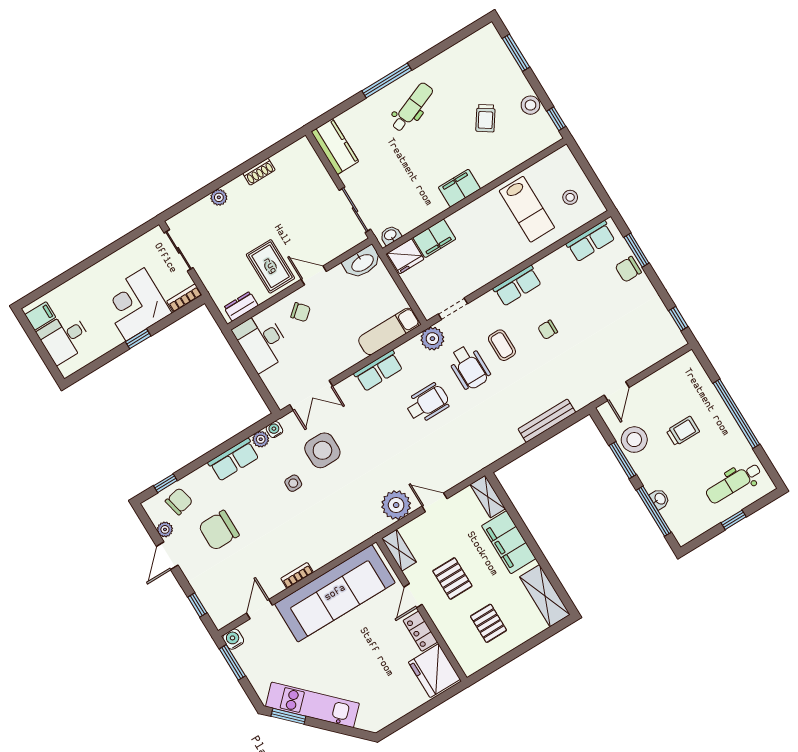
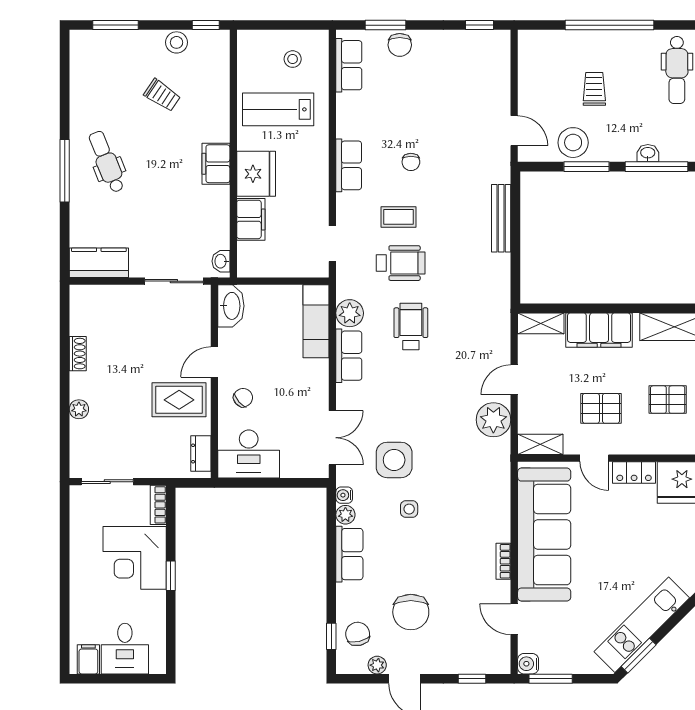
lab bench: (527, 209) -> (278, 109), turned 180
fridge: (406, 256) -> (256, 174), moved, width x1.36, depth x1.34
plant: (432, 339) -> (350, 313), moved

